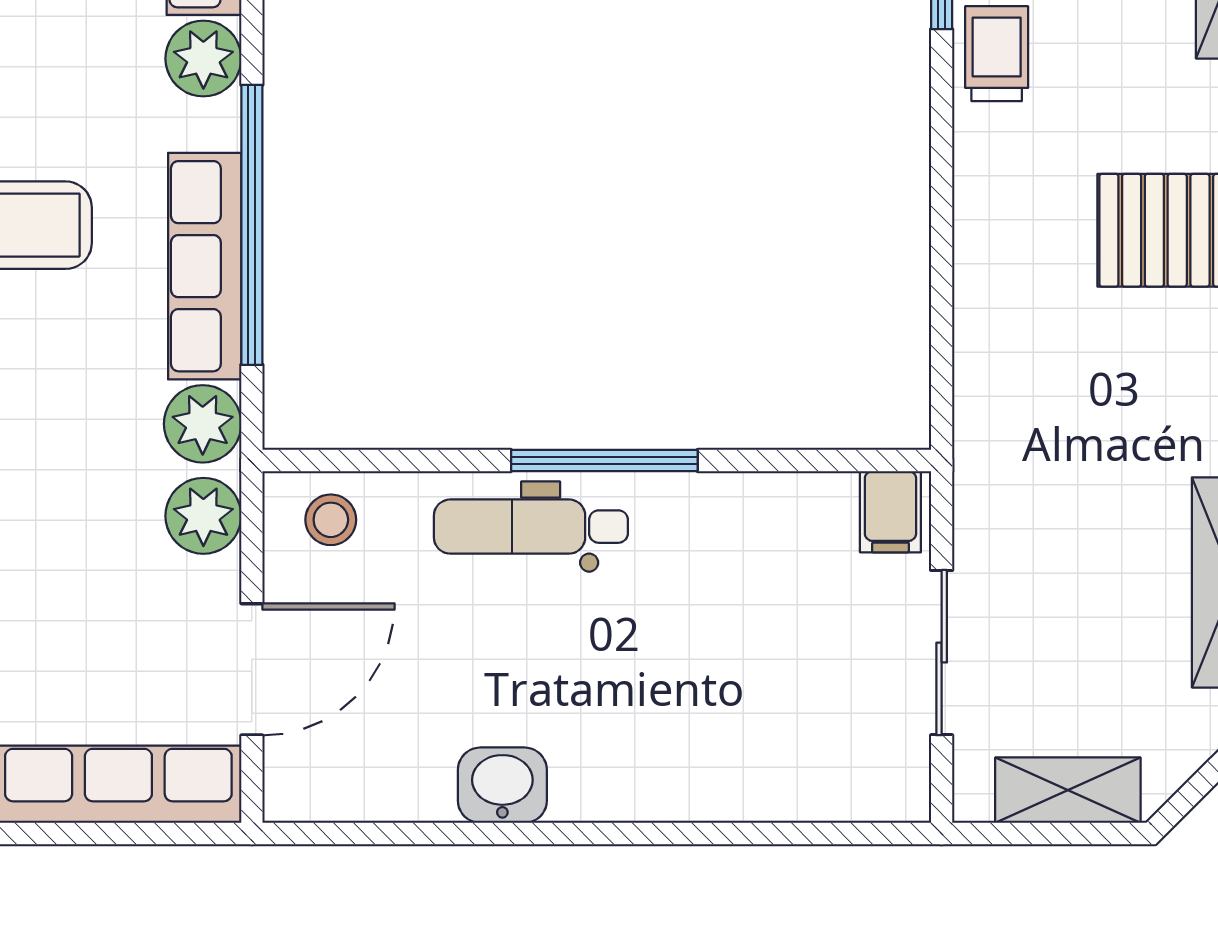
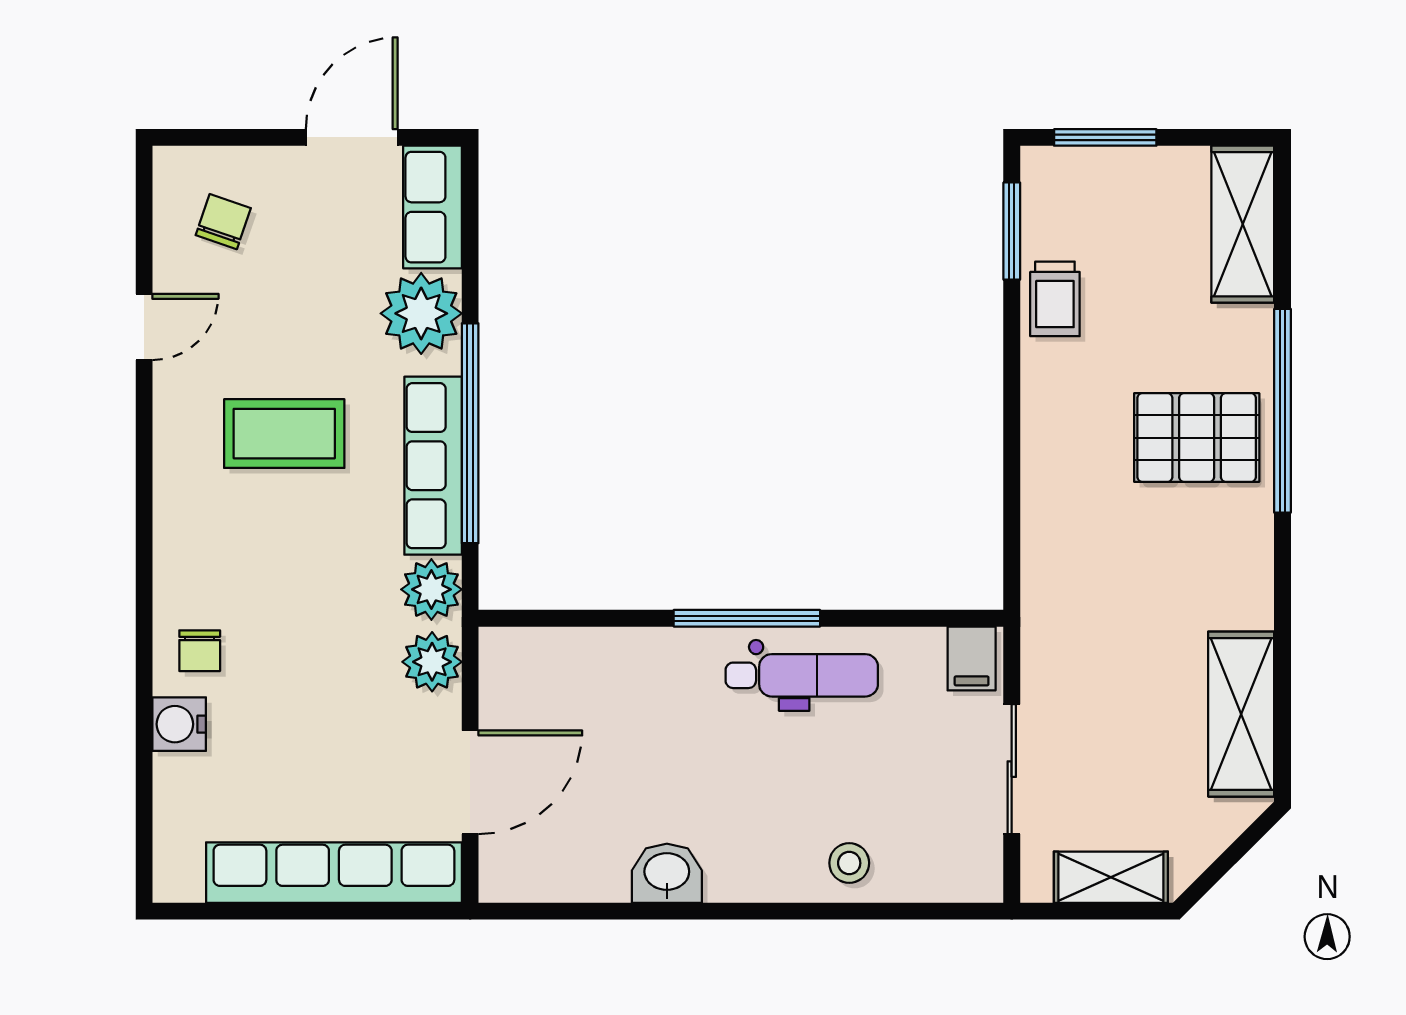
trolley: (997, 54) -> (1055, 299), turned 180
plant: (203, 59) -> (421, 313), width x1.36, depth x1.36
stool: (331, 520) -> (849, 863), moved
dental chair: (531, 527) -> (802, 675), moved, turned 180

